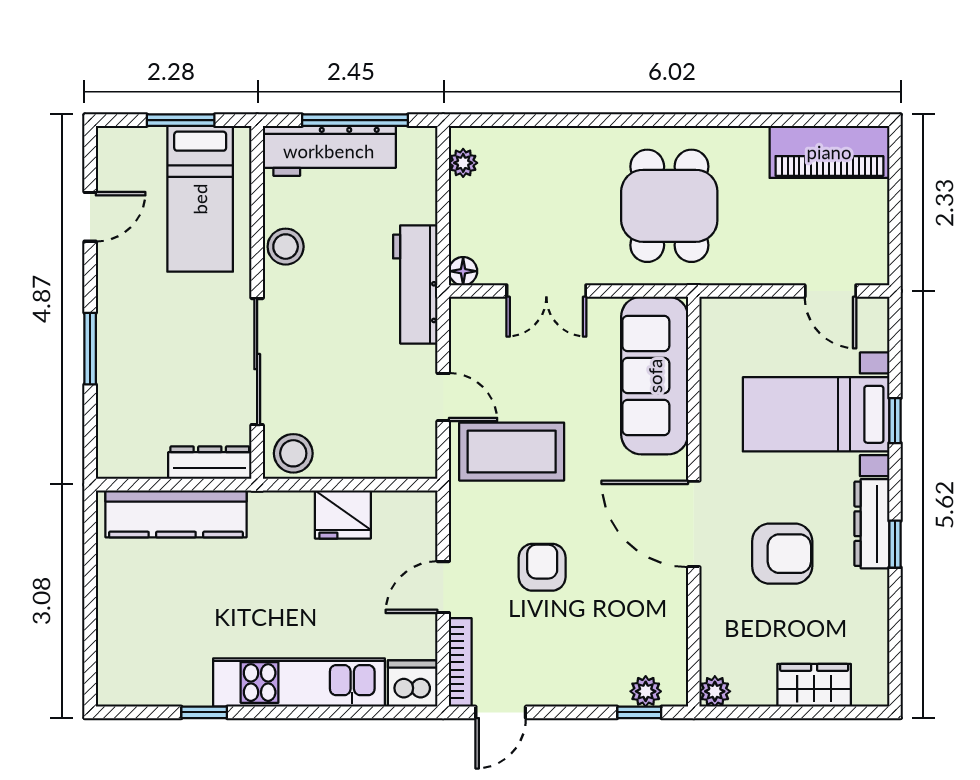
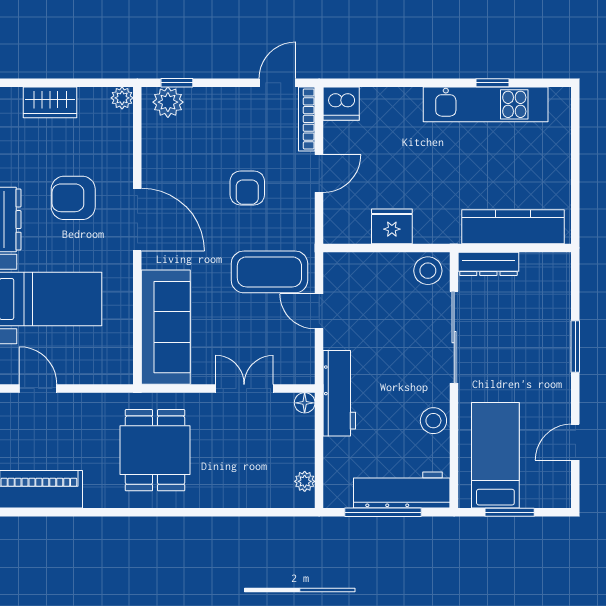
kitchen unit: (299, 683) -> (486, 104), moved
plant: (646, 691) -> (168, 102), width x1.38, depth x1.38

